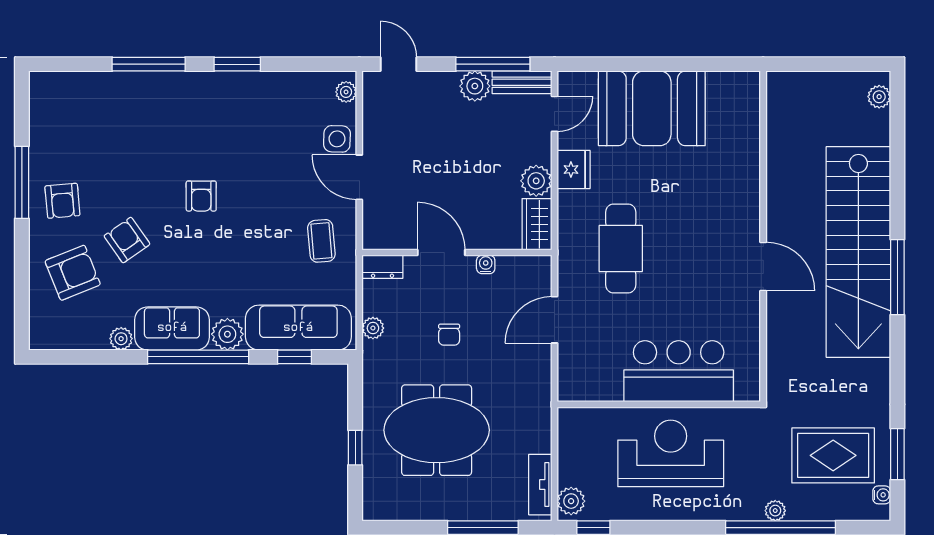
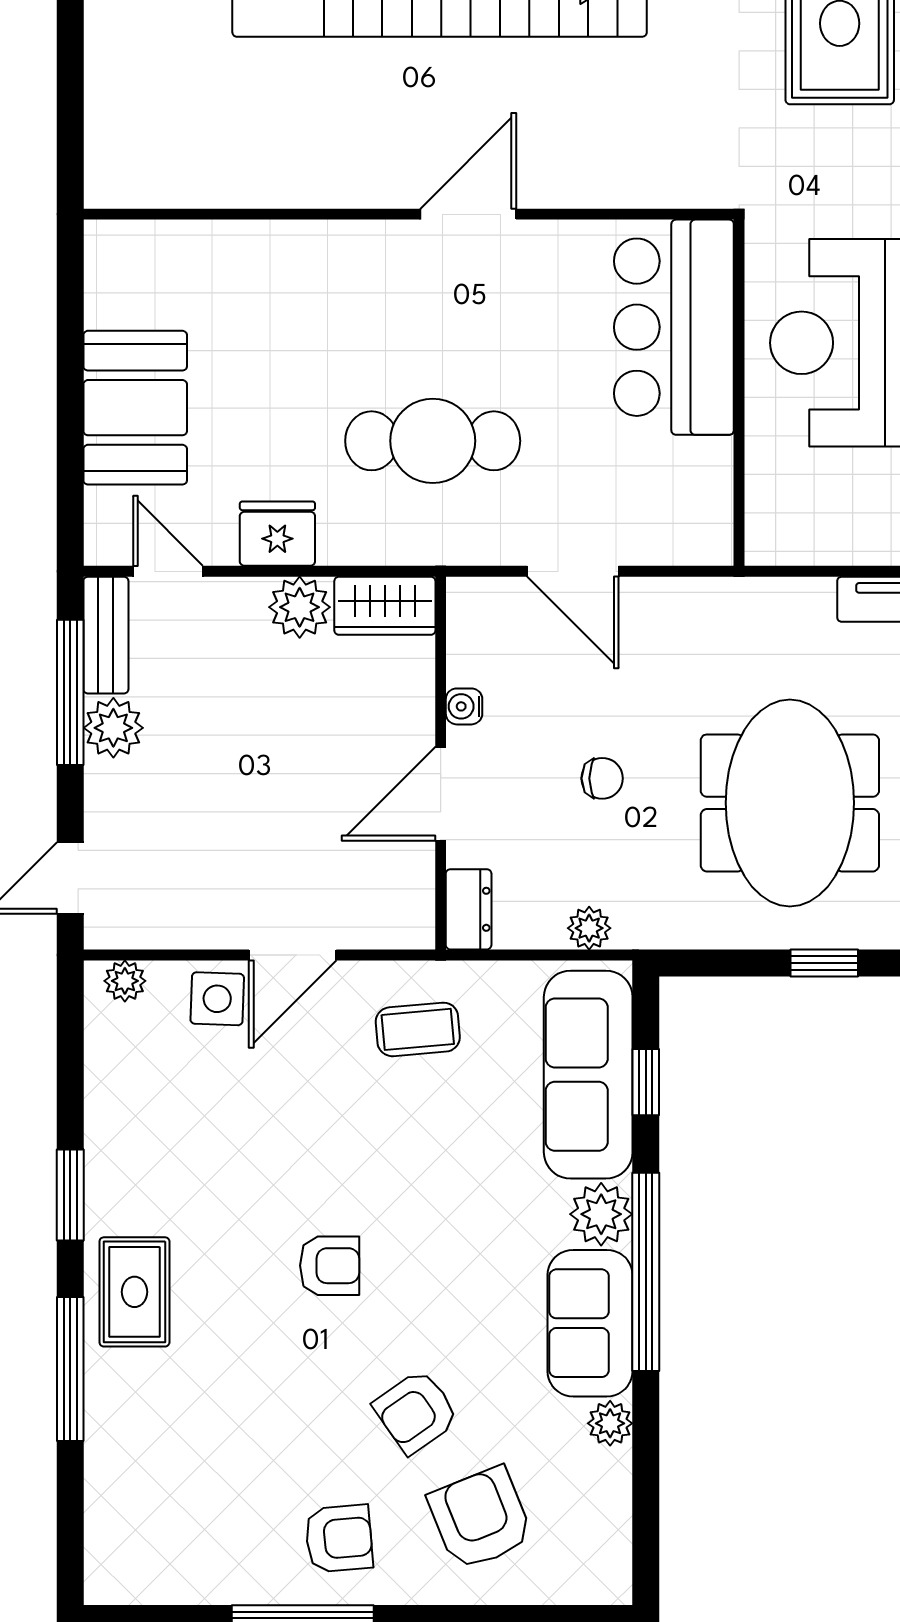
rug: (188, 97) -> (134, 1292), added
booth: (652, 108) -> (135, 408), width x0.73, depth x0.70
wall: (763, 236) -> (409, 214), moved
door: (763, 267) -> (468, 214), moved

